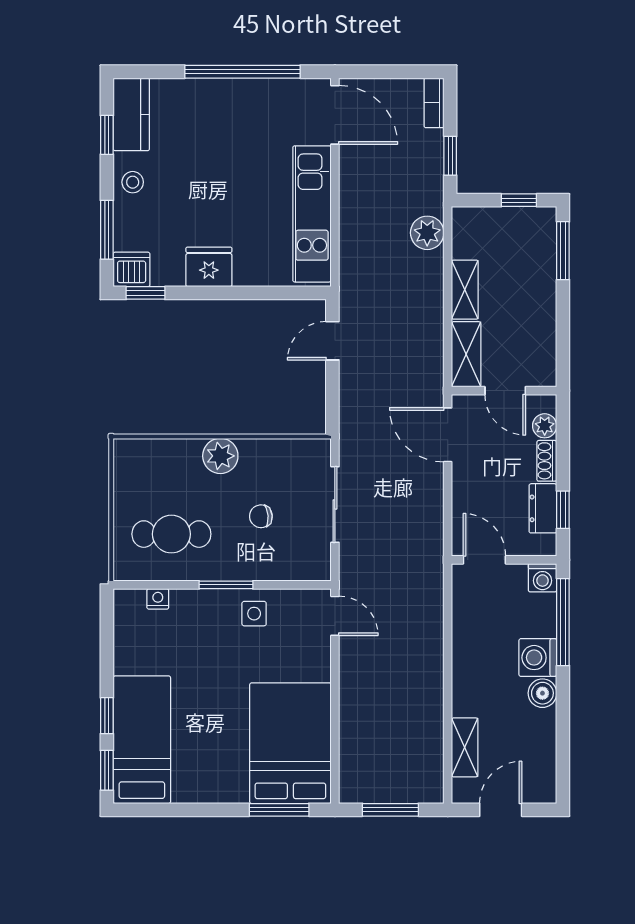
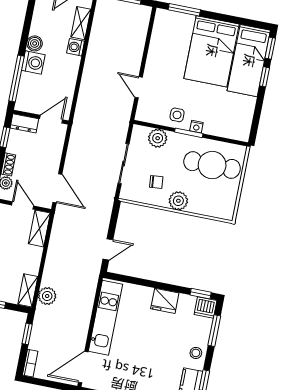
door: (335, 115) -> (83, 367), hinge flipped
shelving: (465, 290) -> (28, 290), moved
dresser: (543, 508) -> (24, 123), moved, turned 90
chair: (261, 516) -> (156, 182), moved
cafe table: (171, 534) -> (212, 165), width x1.37, depth x1.35
door: (484, 560) -> (51, 119), swing flipped
plant: (281, 564) -> (158, 138), added
washing machine: (543, 578) -> (76, 47), moved, turned -90
nightstand: (158, 599) -> (196, 127), moved
door: (335, 616) -> (139, 87), moved
bed: (290, 743) -> (212, 51), moved

